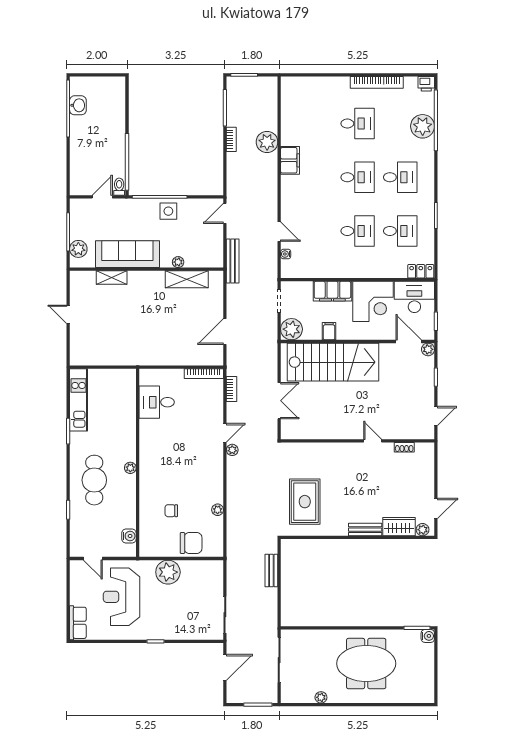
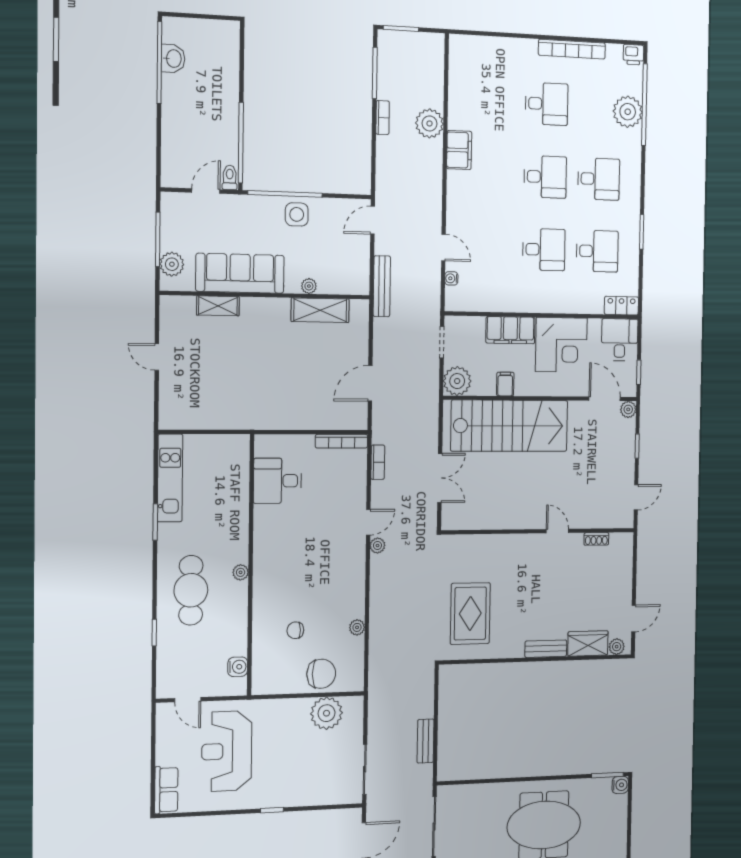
desk: (414, 297) -> (620, 340), width x0.73
bench: (271, 570) -> (426, 741), moved
plant: (168, 572) -> (327, 713), moved

